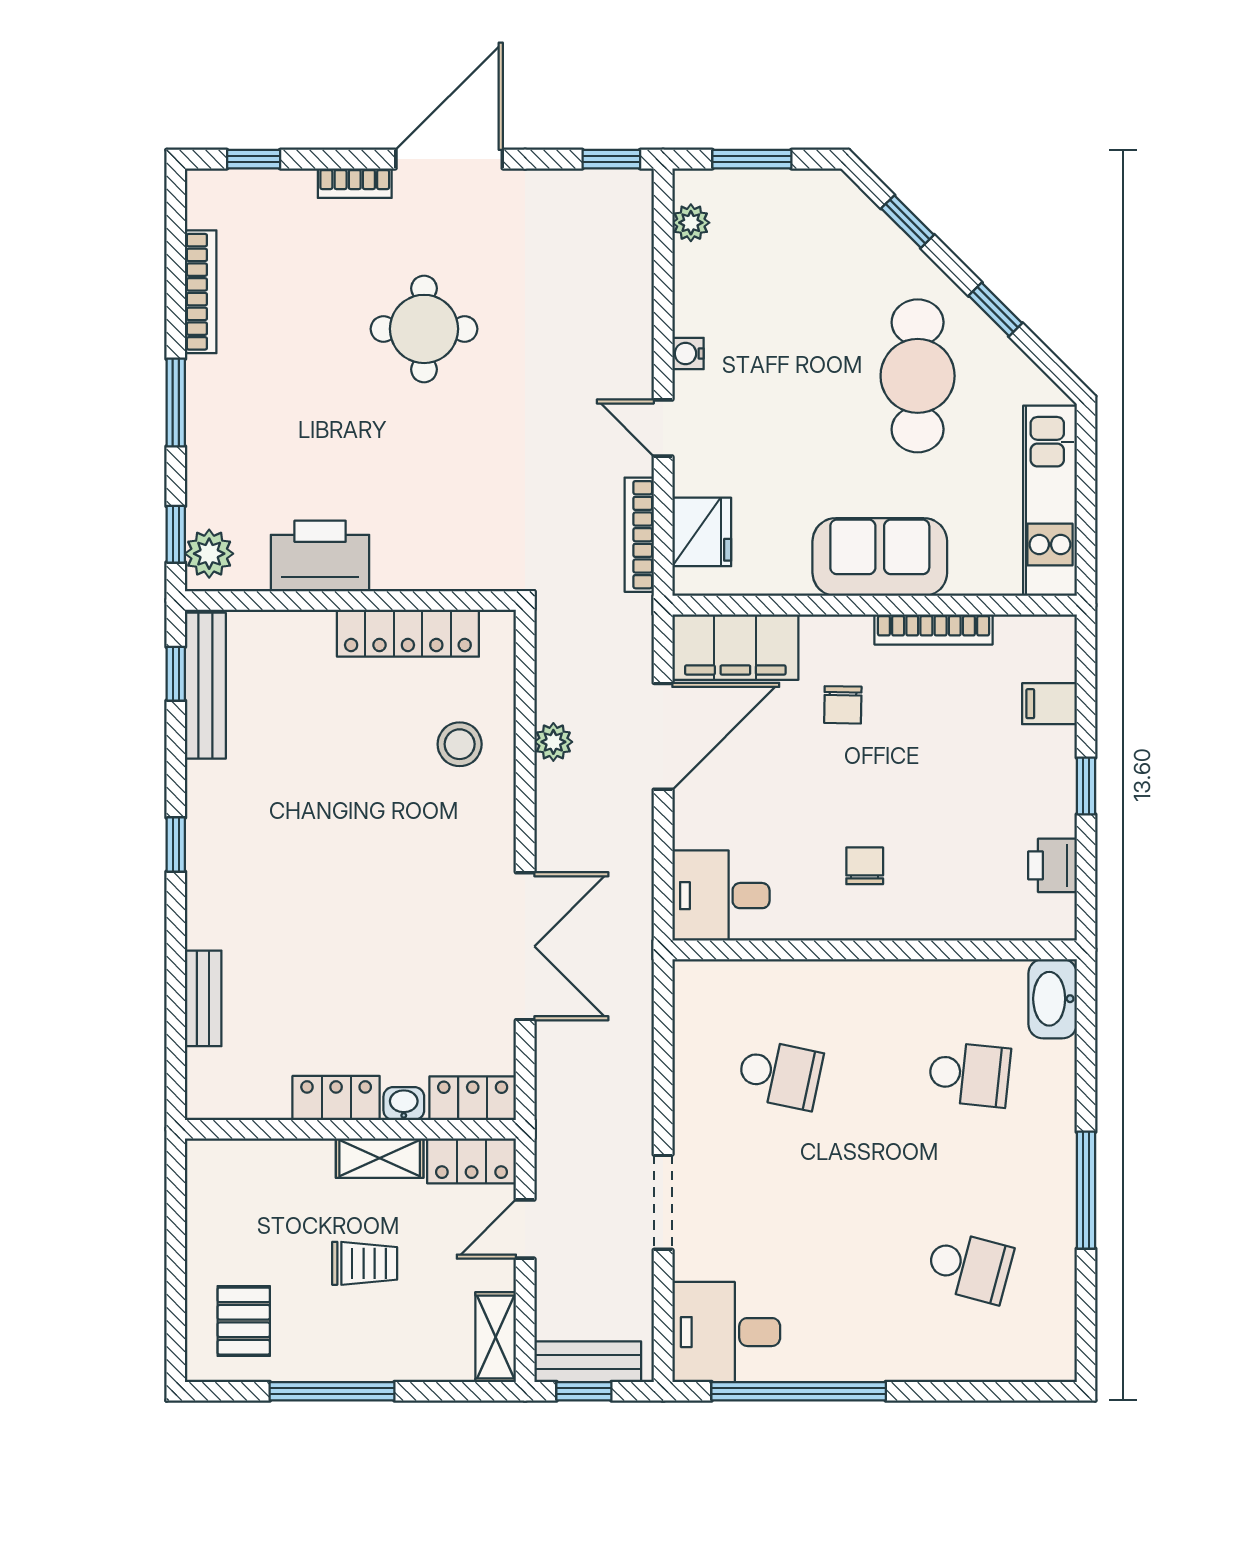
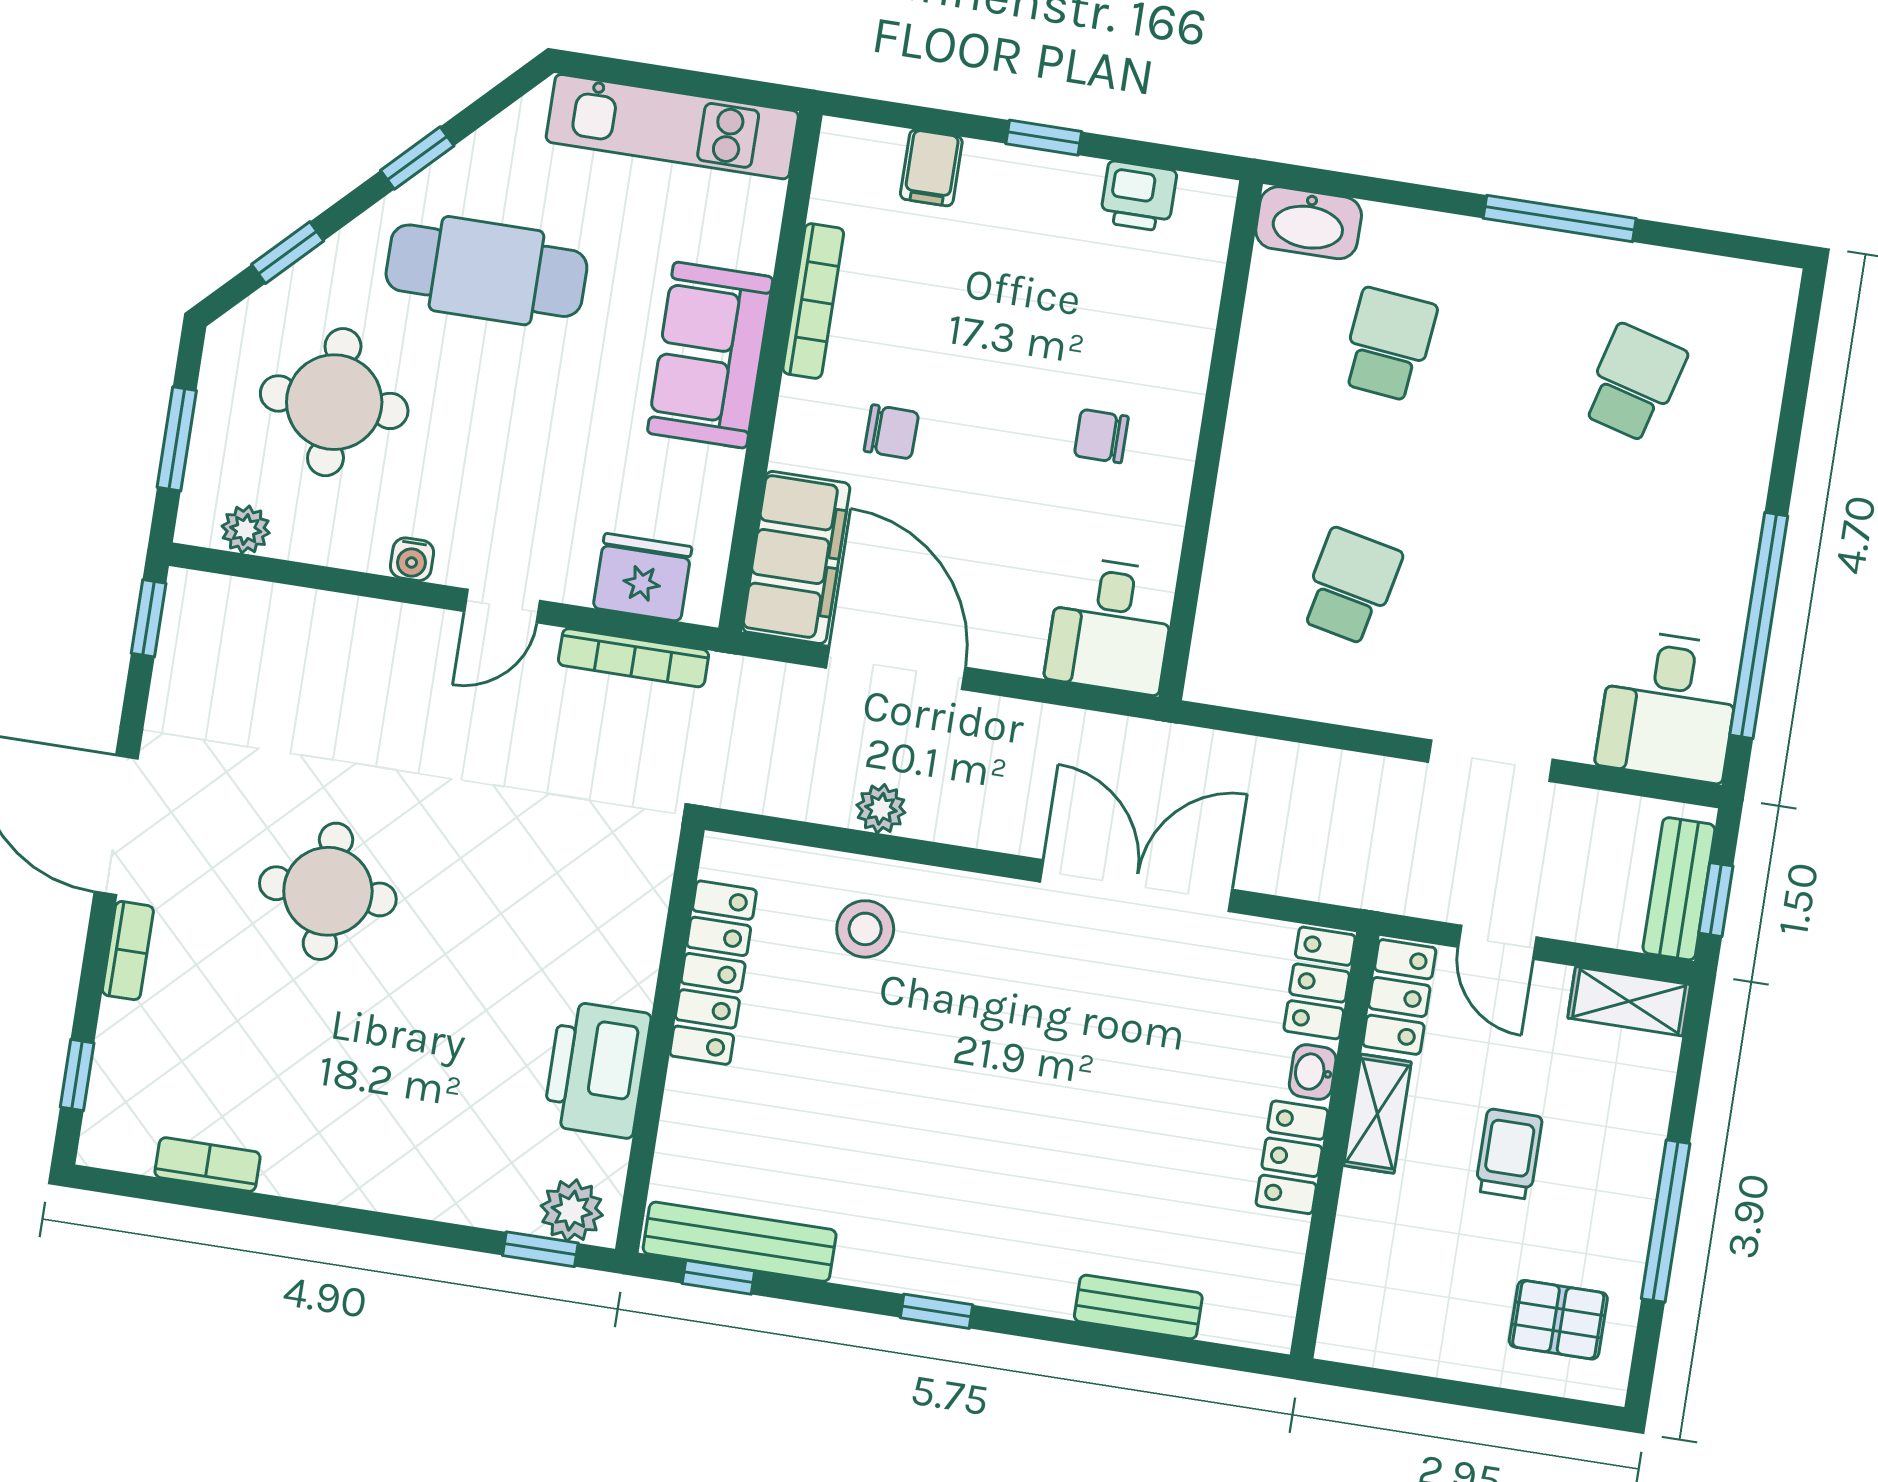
round table: (799, 275) -> (334, 402), added
bookcase: (201, 292) -> (208, 1165), width x0.64
window: (176, 403) -> (372, 1223), removed

